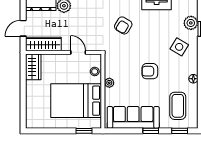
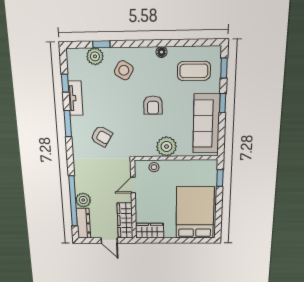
plant: (109, 83) -> (166, 146), width x1.88, depth x1.88
bed: (76, 101) -> (195, 213), moved, turned 180

